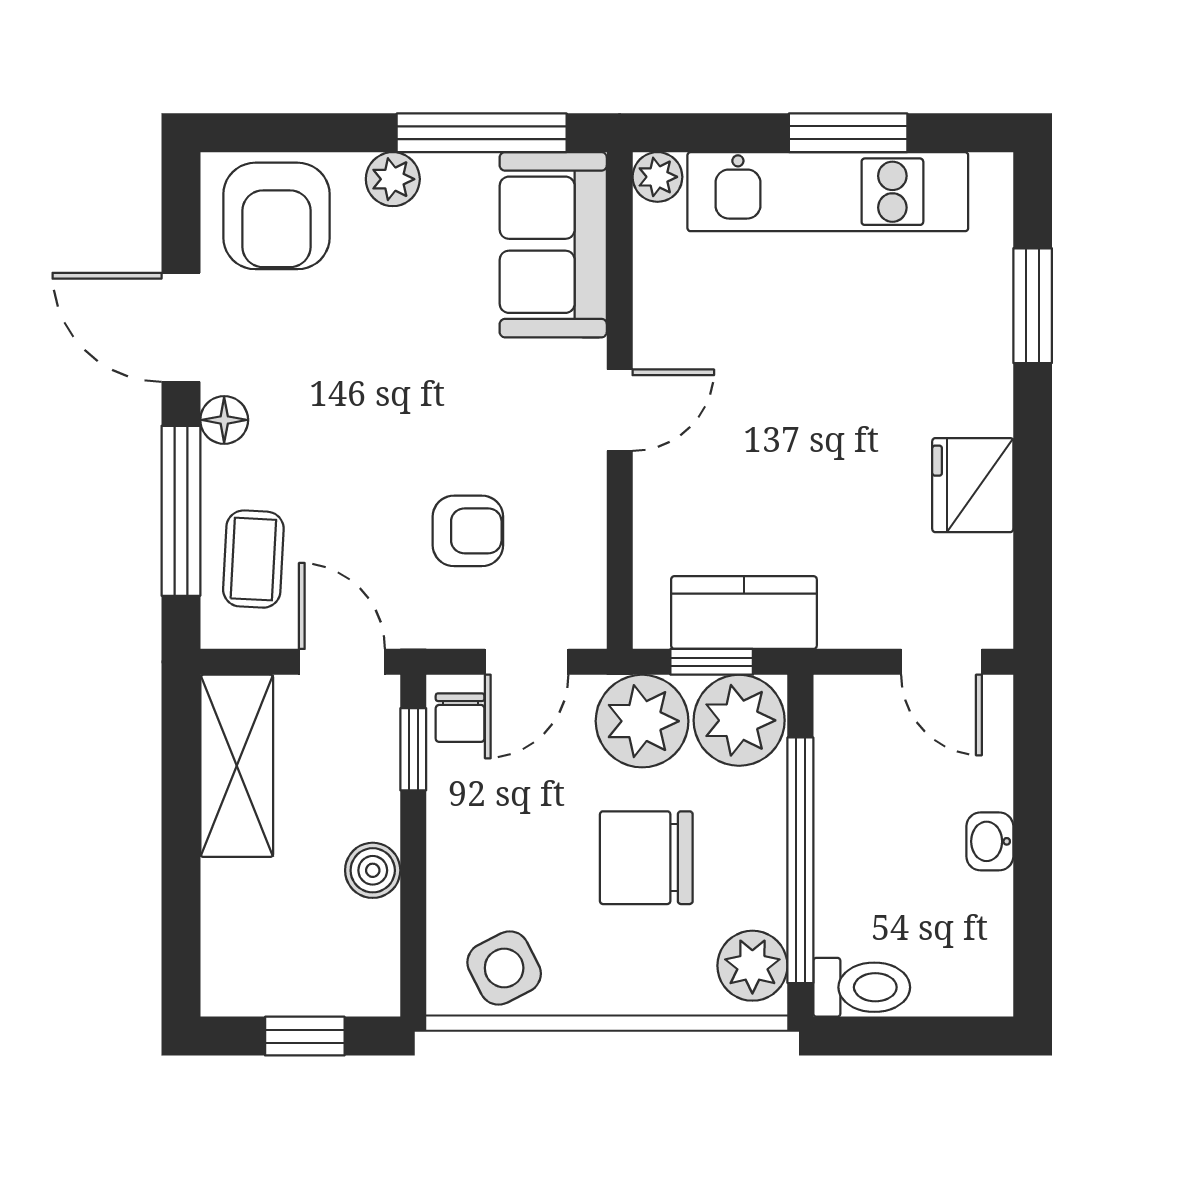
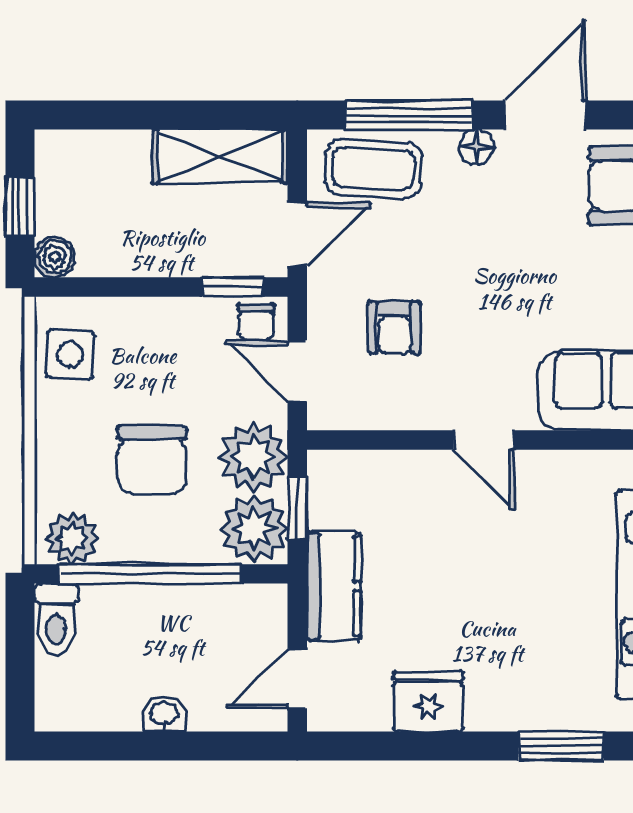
coffee table: (253, 559) -> (373, 169), width x1.36, depth x1.30
kitchen counter: (744, 613) -> (334, 586), moved
chair: (460, 718) -> (256, 322), turned -90
chair: (646, 858) -> (152, 460), turned 180
boiler: (373, 870) -> (55, 257), moved
side table: (504, 968) -> (70, 354), turned 30

